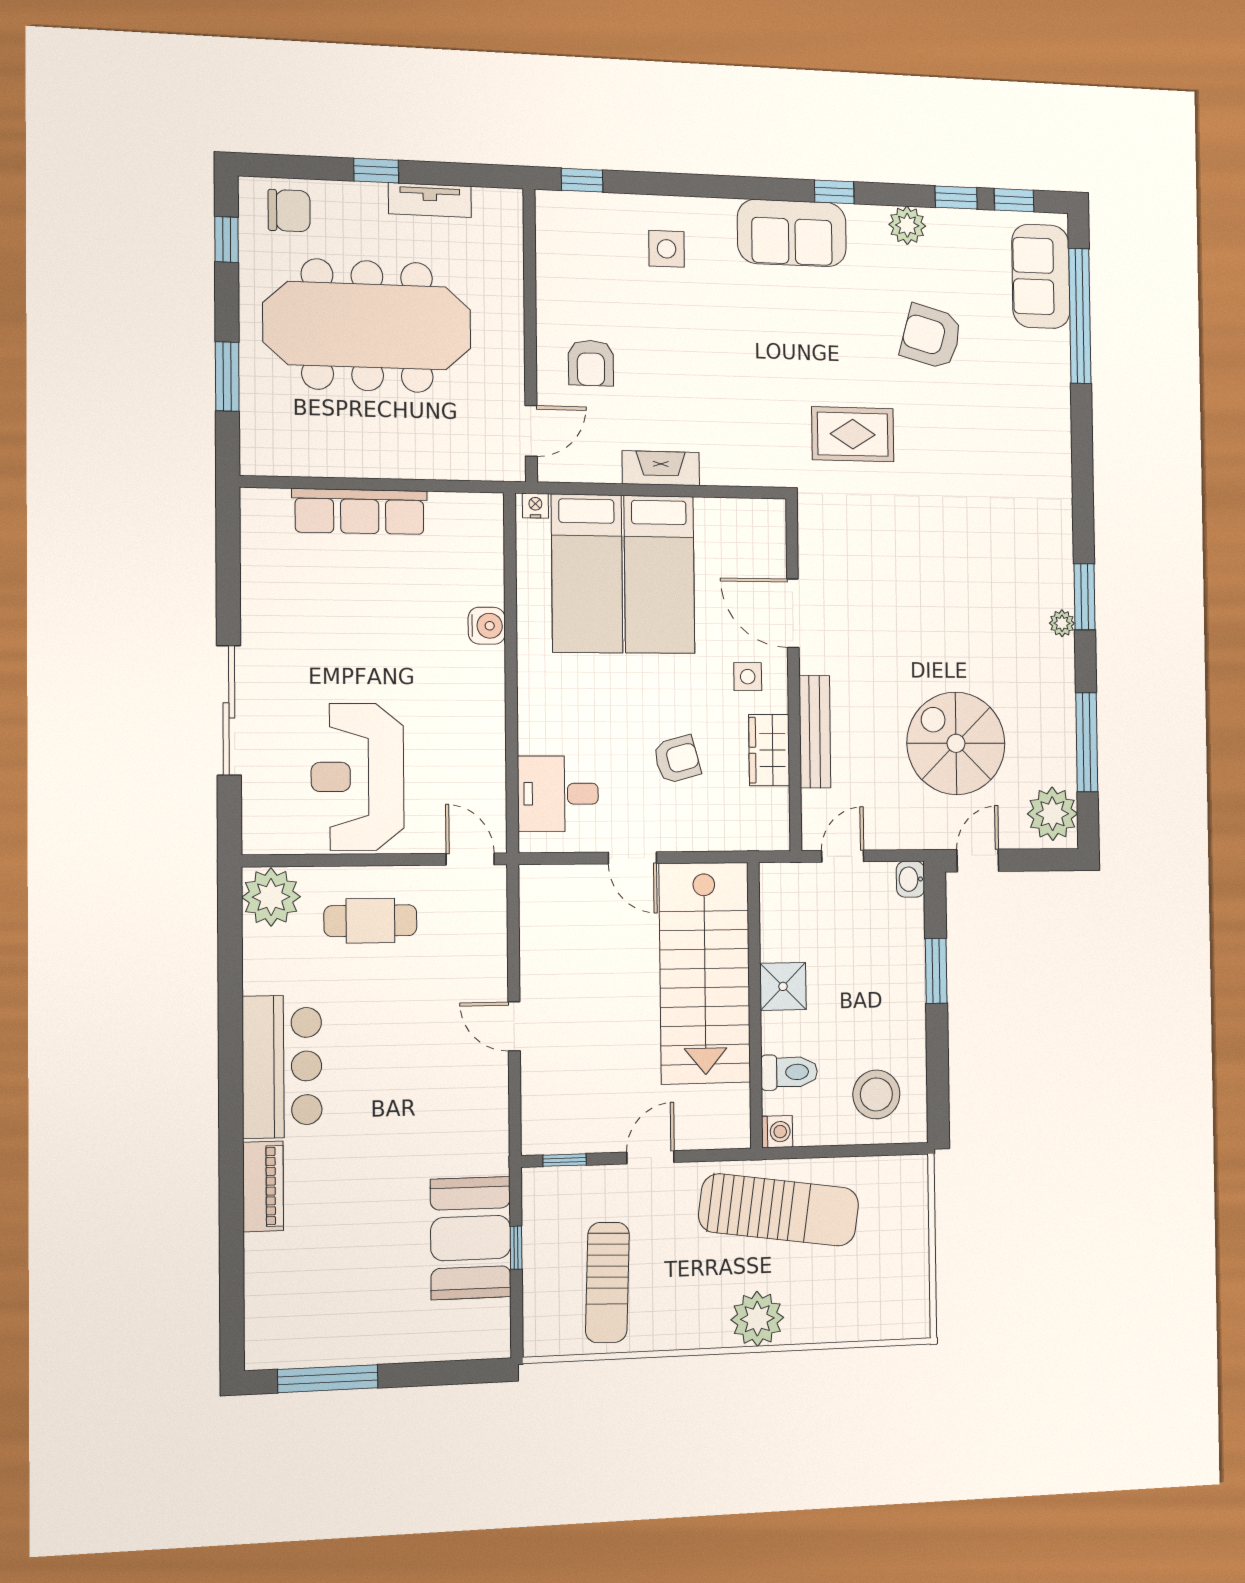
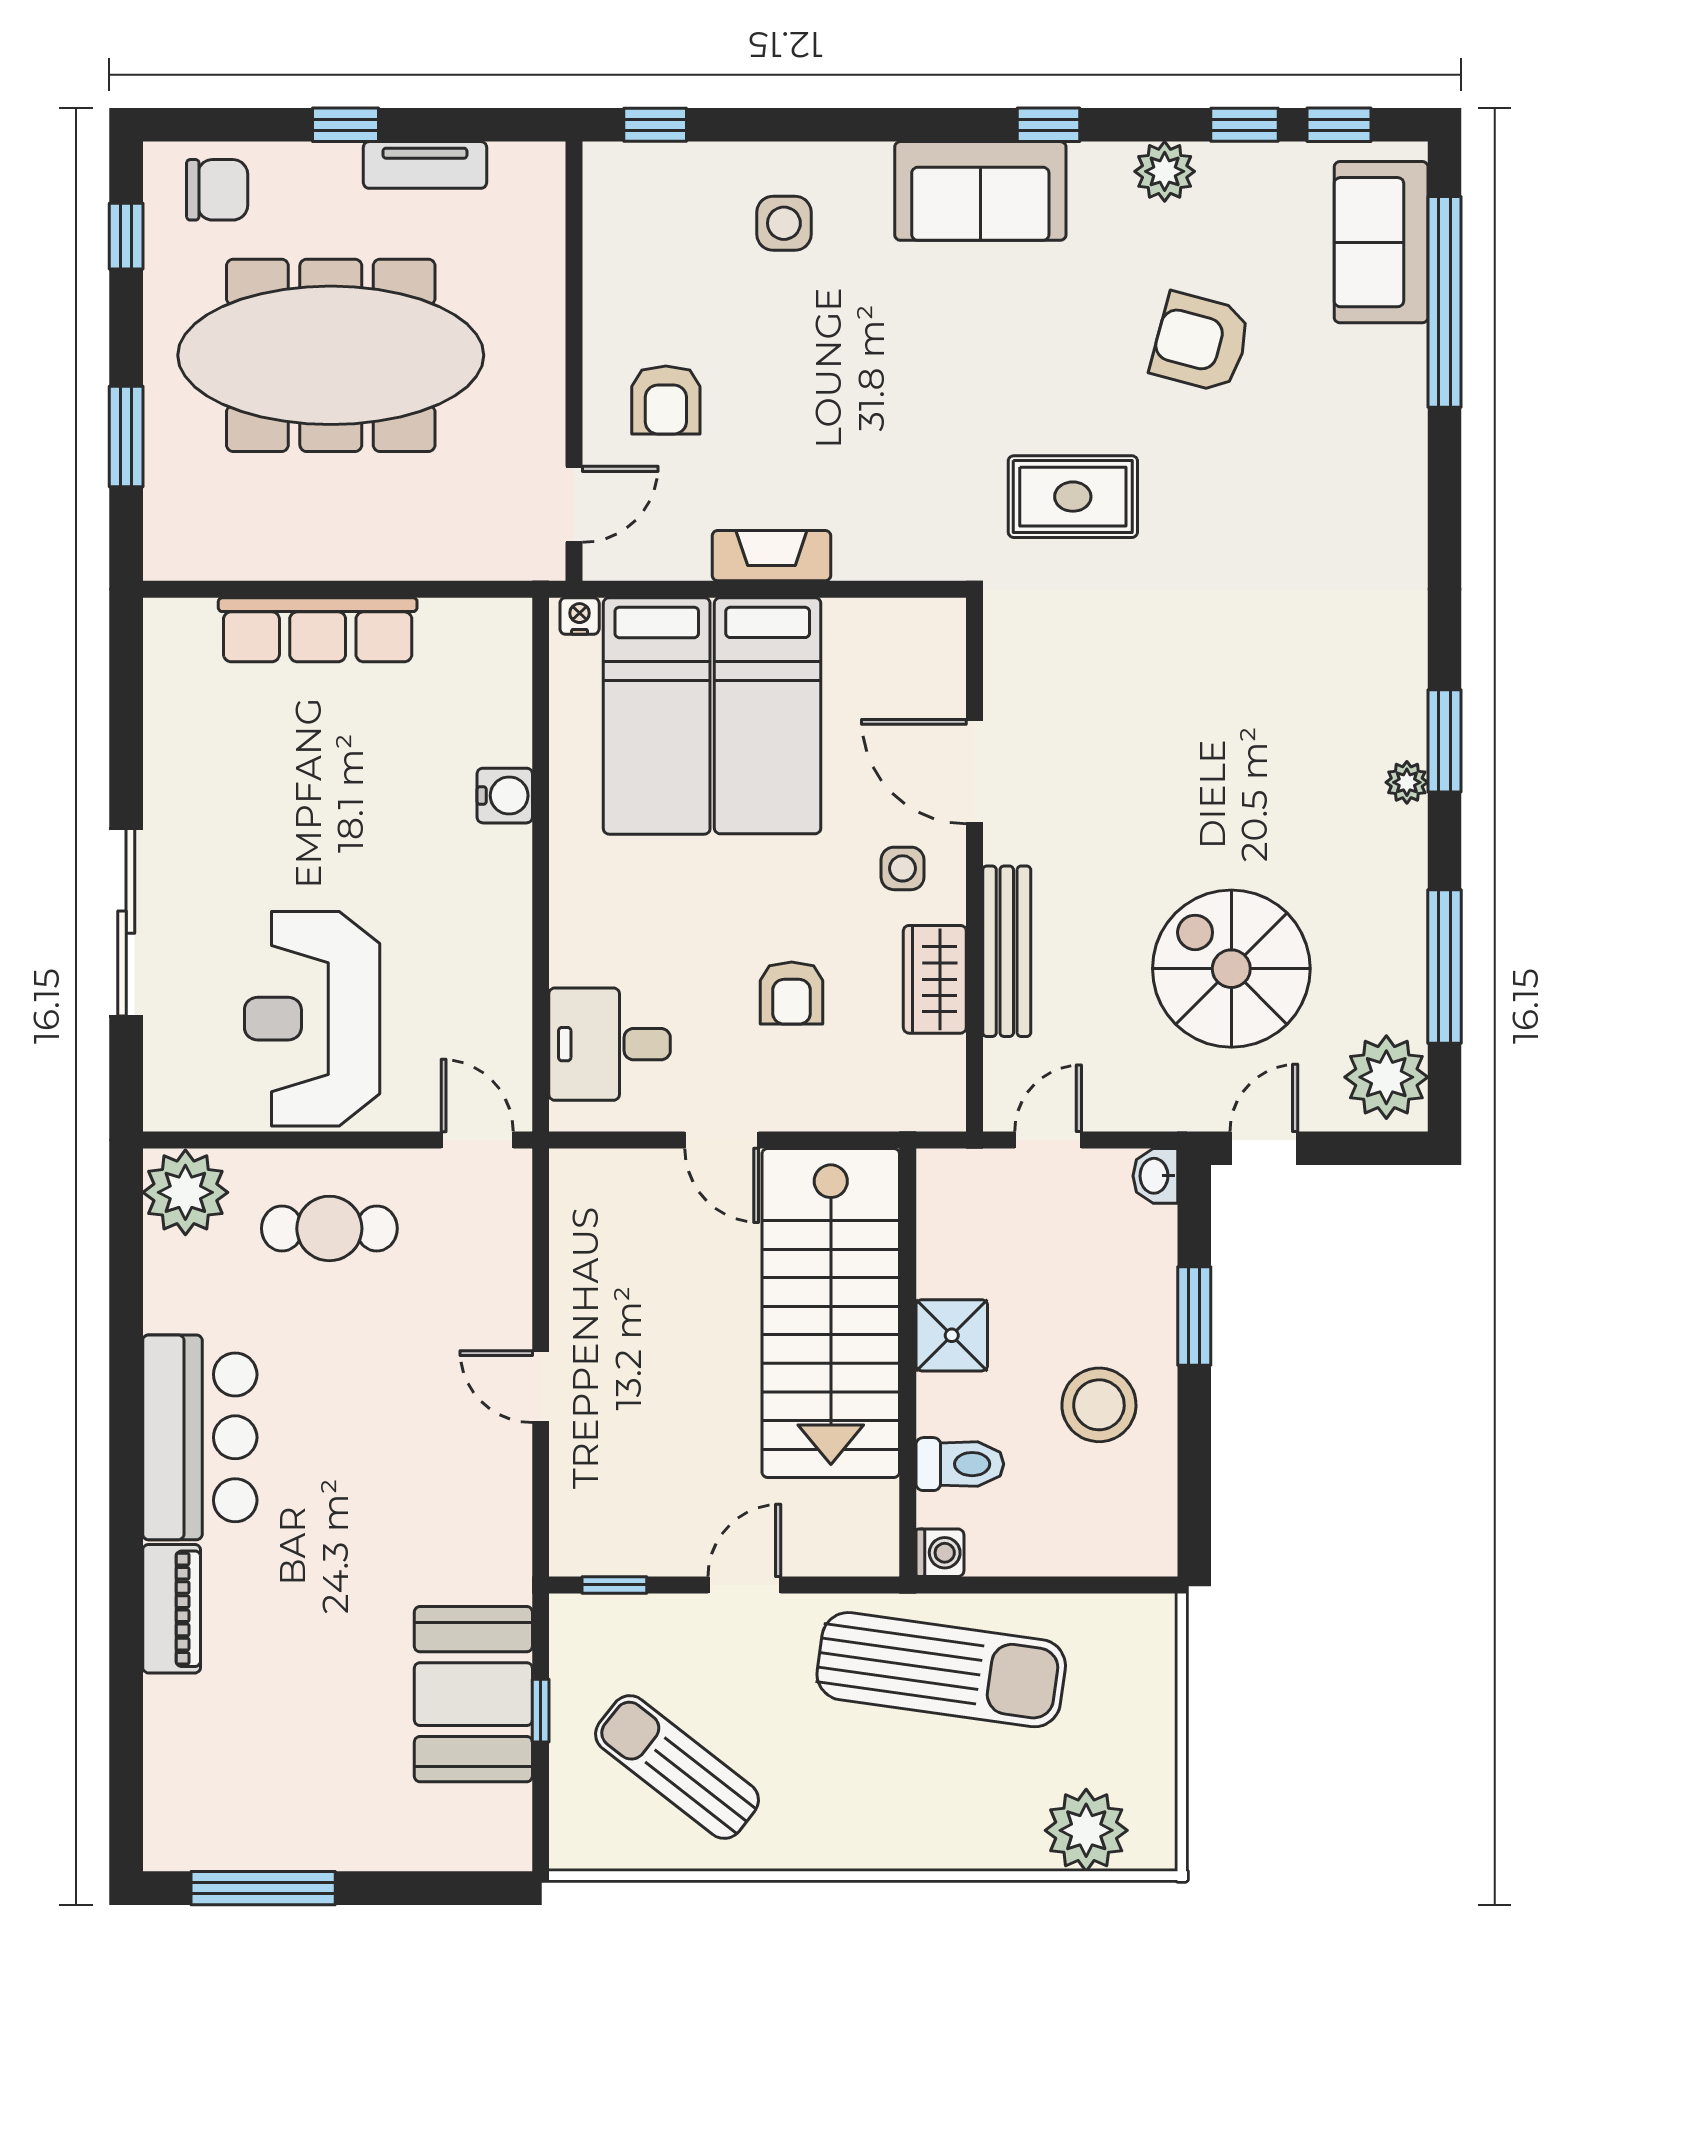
armchair: (677, 759) -> (792, 993), turned 105
stool: (876, 1094) -> (1099, 1405), moved
sun lounger: (607, 1282) -> (677, 1767), turned 126
plant: (757, 1319) -> (1086, 1830), moved

